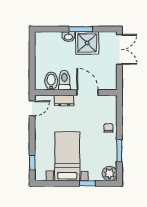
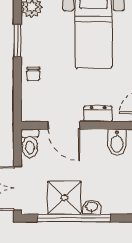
window: (81, 29) -> (74, 218), width x2.11
toilet: (64, 80) -> (30, 143), moved

